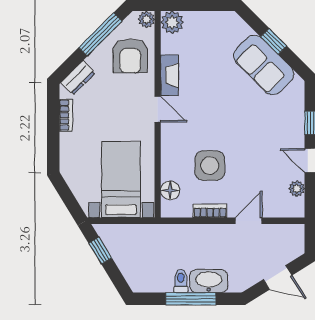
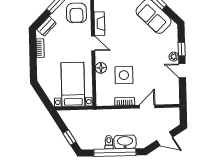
plant: (297, 189) -> (174, 57), moved
floor lamp: (170, 190) -> (101, 68), moved
window: (100, 251) -> (69, 137), moved
window: (191, 299) -> (115, 152), width x1.46

